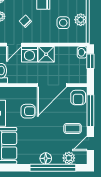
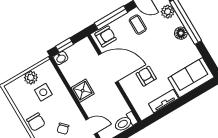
washing machine: (29, 54) -> (92, 106), removed

